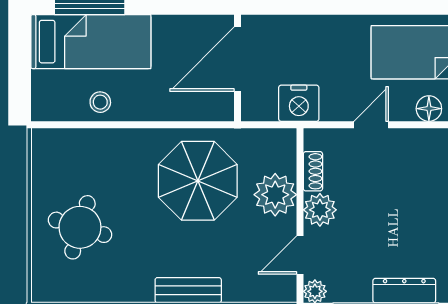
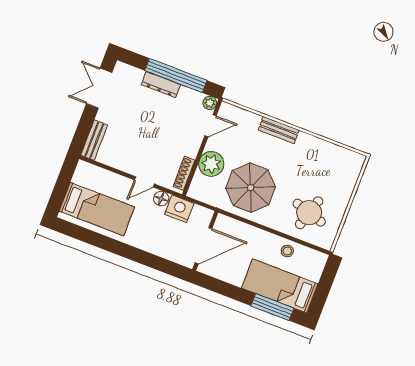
floor lamp: (429, 109) -> (161, 199), moved
shoe rack: (313, 171) -> (184, 173), width x1.43
plant: (320, 210) -> (190, 146), removed
round table: (80, 227) -> (309, 213), moved

